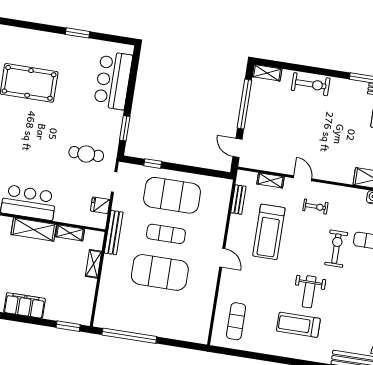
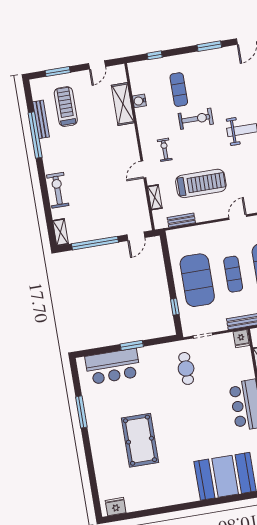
window: (78, 33) -> (81, 412), width x1.44
window: (125, 128) -> (132, 345), moved
fridge: (100, 205) -> (241, 339), moved
exercise bike: (336, 249) -> (196, 119), turned 180

